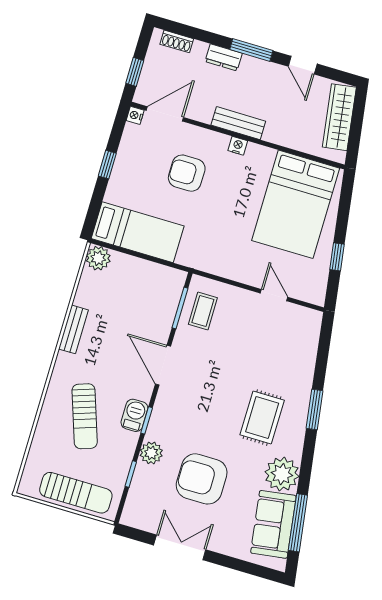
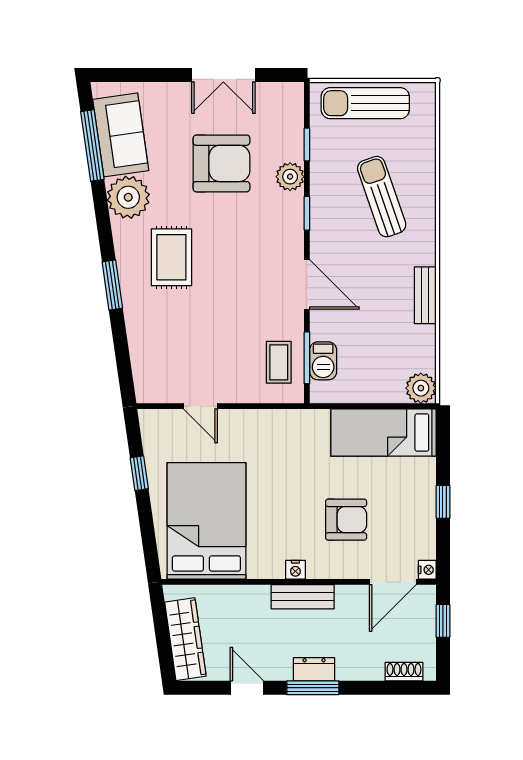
dresser: (224, 57) -> (314, 669), moved
barbecue: (134, 415) -> (323, 361), moved

